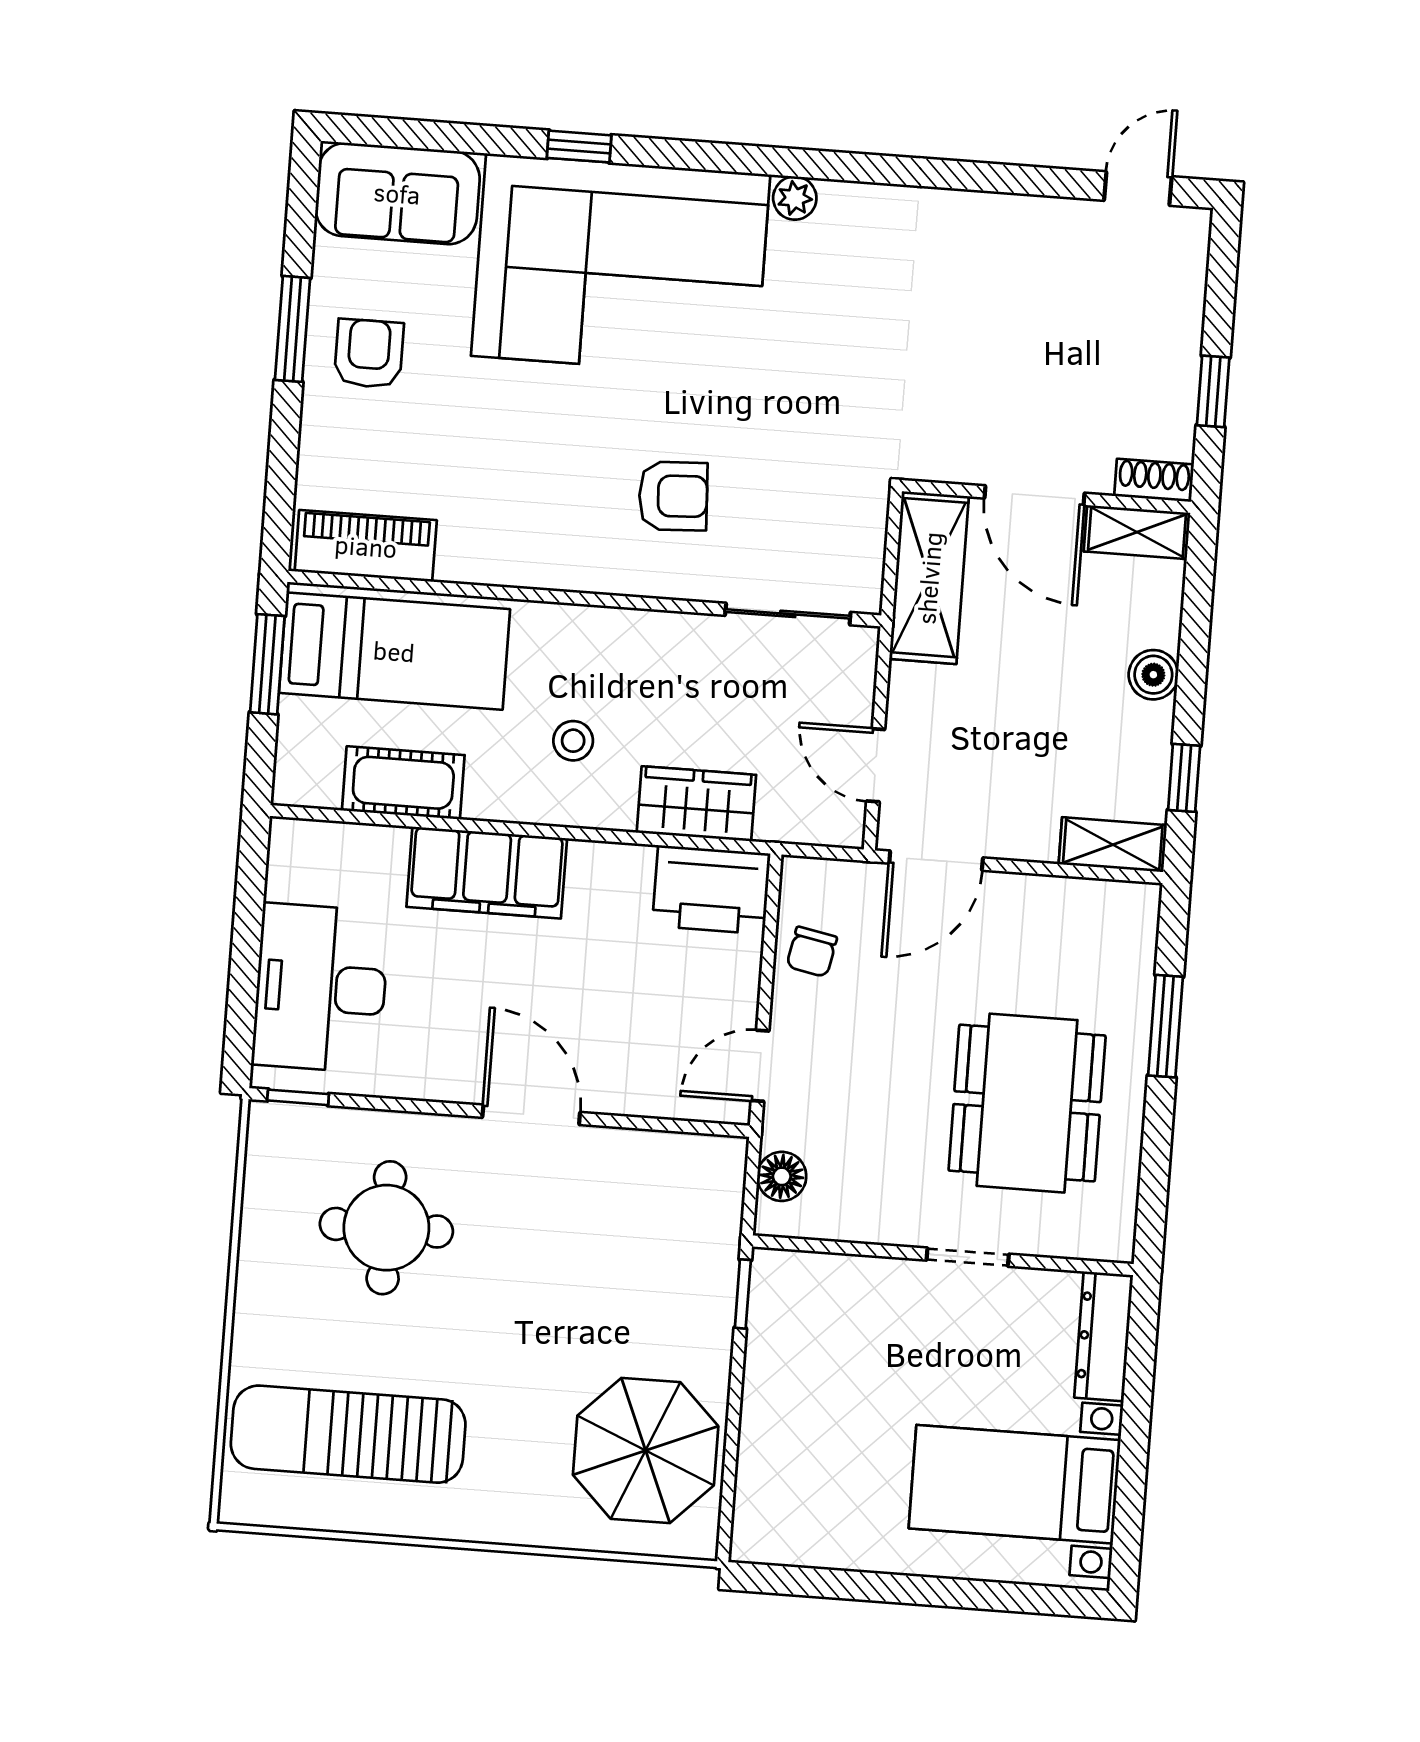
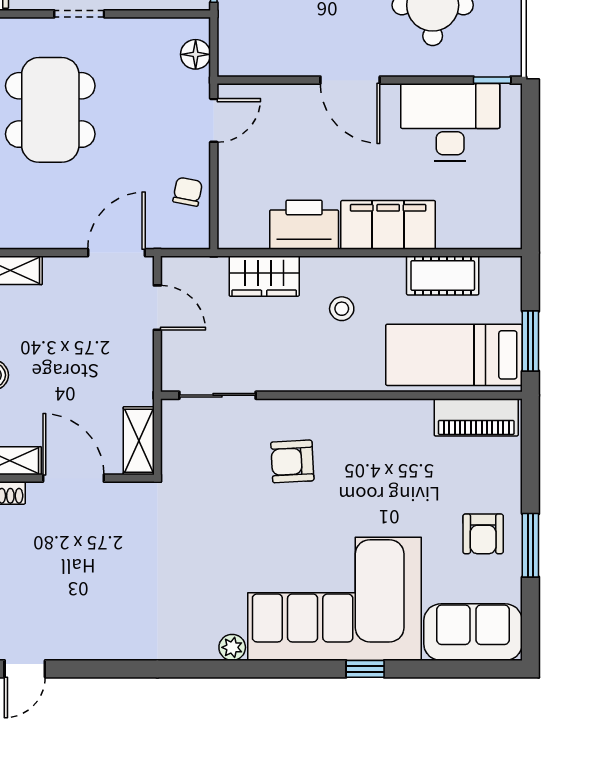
shelving: (929, 578) -> (139, 441), width x0.67, depth x0.75
printer: (711, 890) -> (304, 225), moved
desk: (321, 988) -> (450, 122), moved, turned -90

